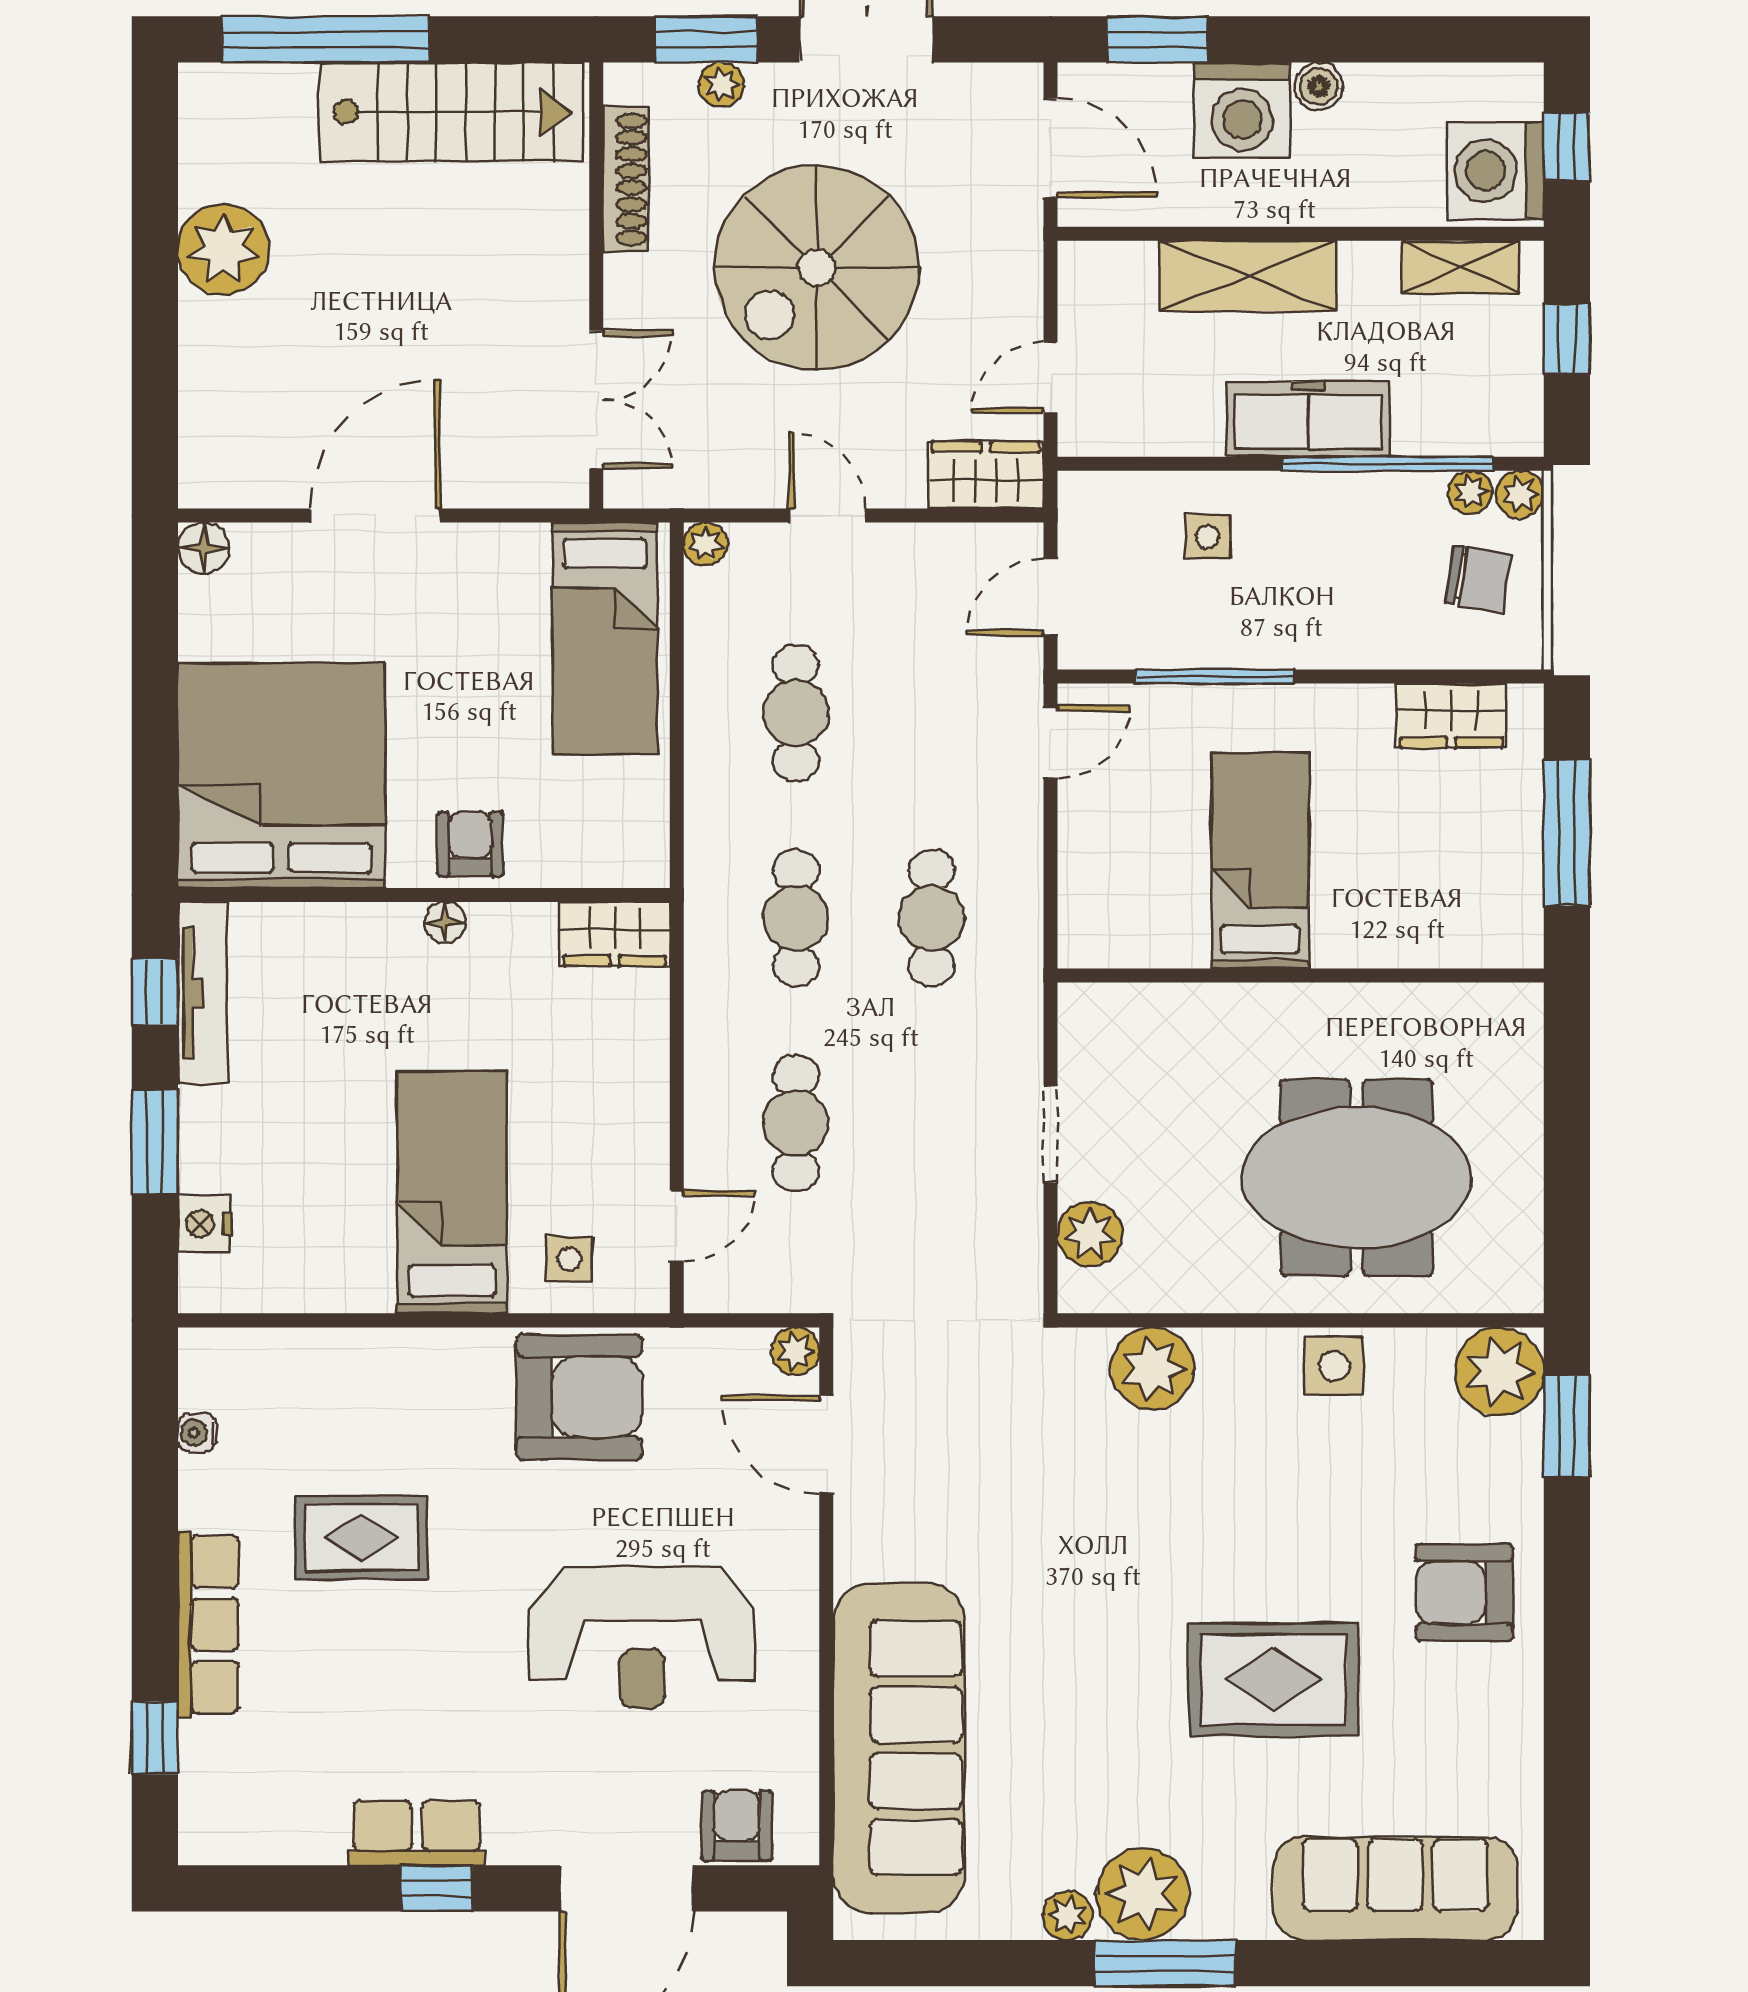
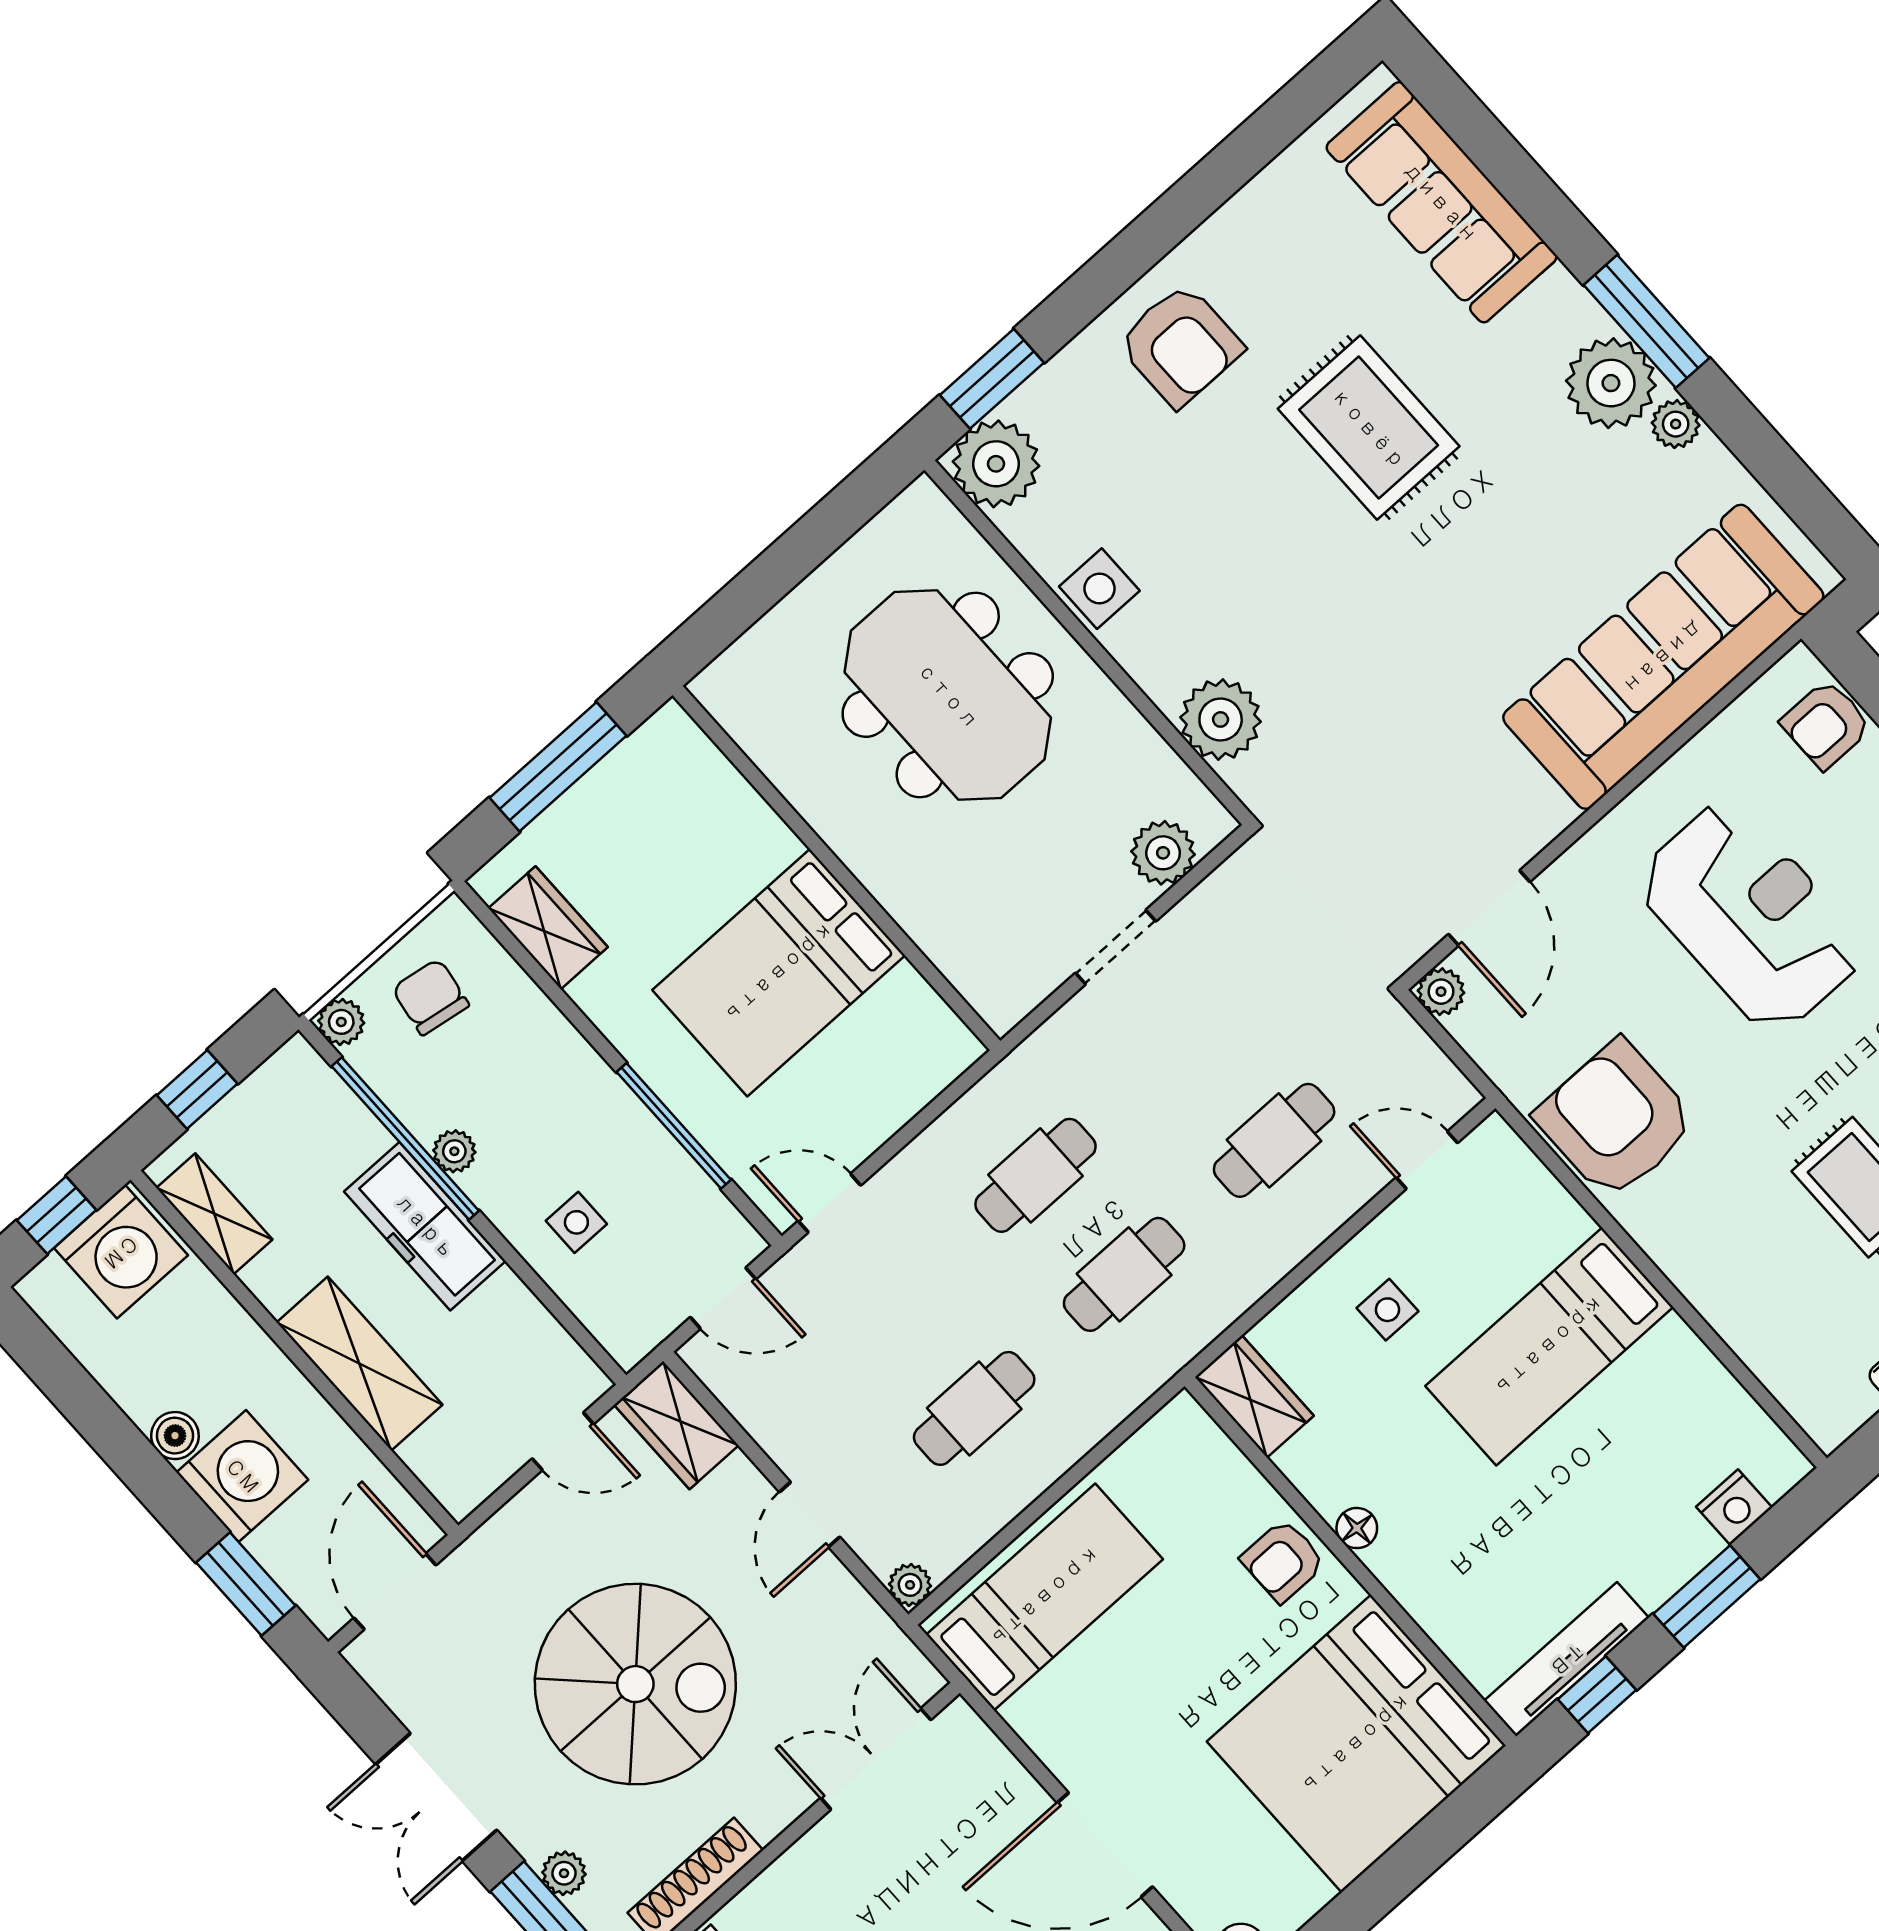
plant: (1470, 492) -> (454, 1151), moved
bed: (1260, 860) -> (779, 973), width x1.50
side table: (569, 1259) -> (1387, 1310), moved

